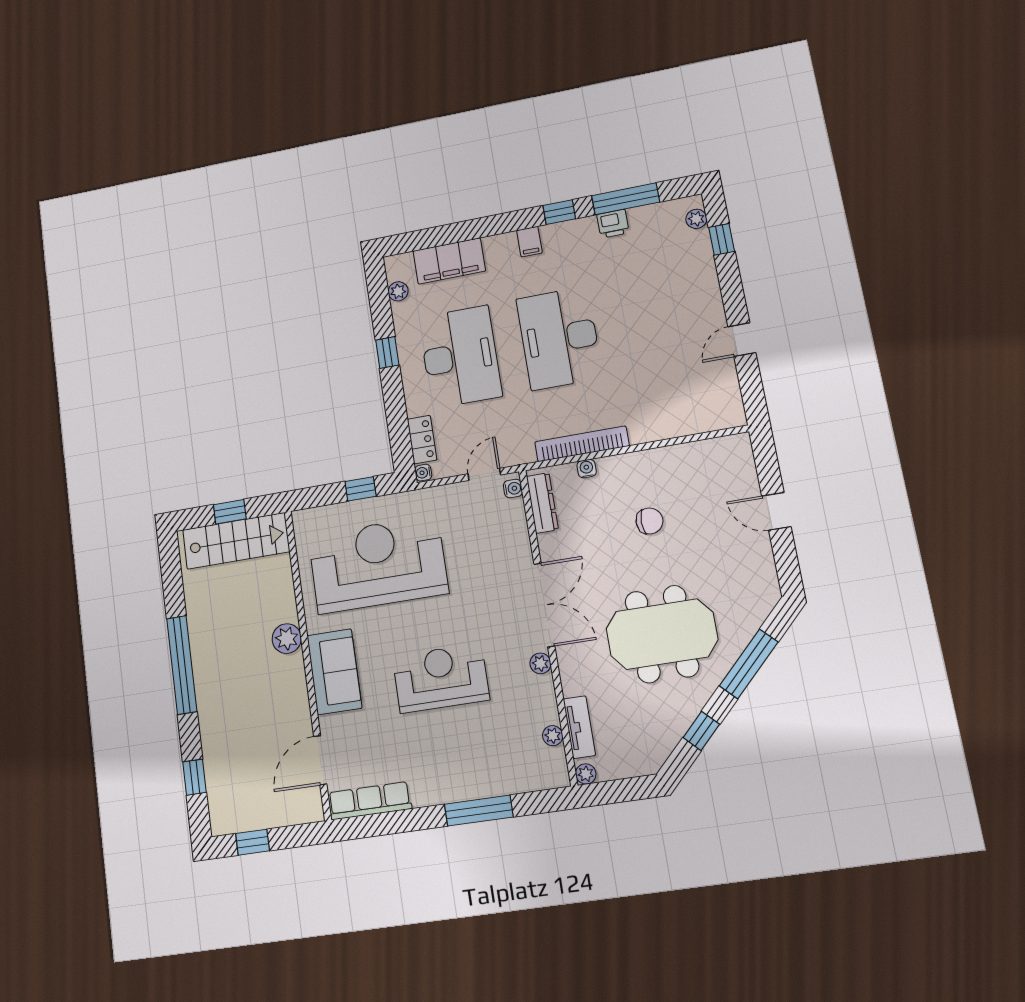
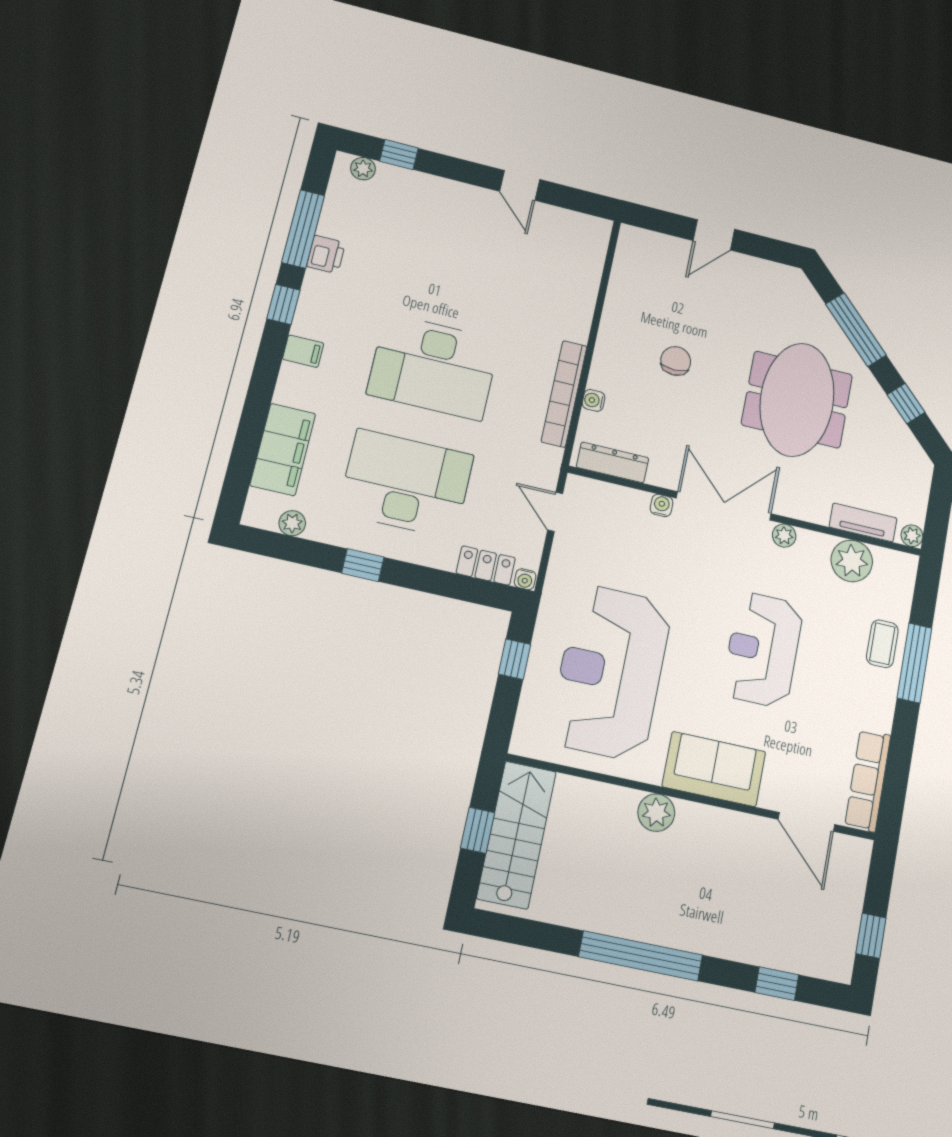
water cooler: (513, 488) -> (662, 505), moved
plant: (553, 736) -> (852, 561), width x1.88, depth x1.88
coffee table: (484, 777) -> (882, 644), added

